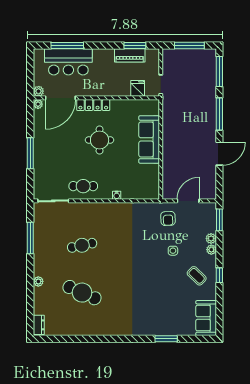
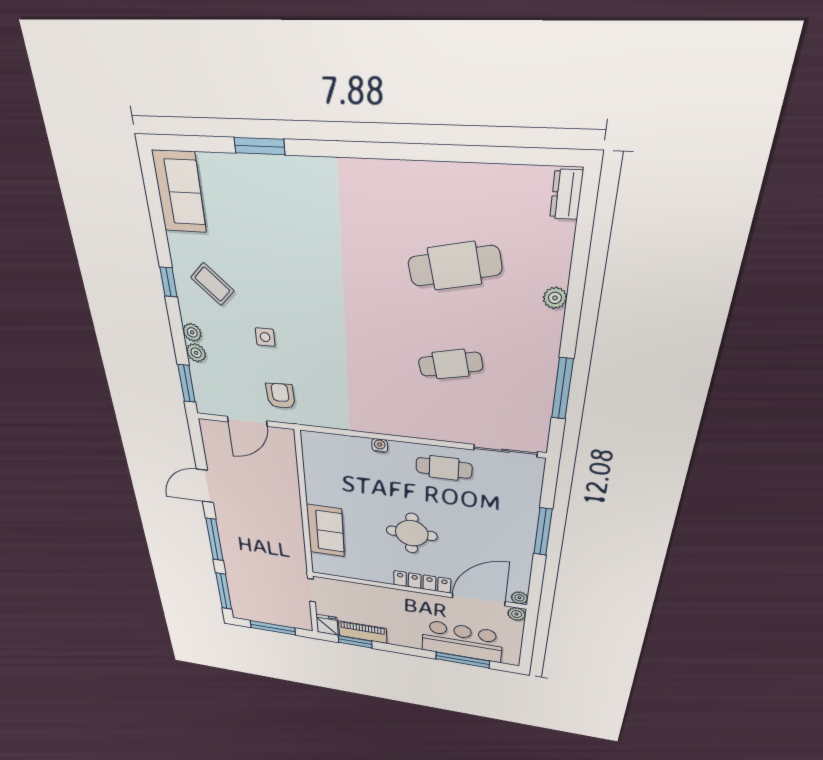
fridge: (138, 88) -> (327, 625), moved, turned 180
sofa: (149, 139) -> (326, 531), width x0.73
cafe table: (82, 293) -> (455, 266), turned -36

